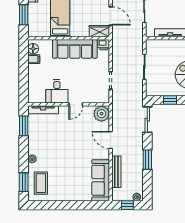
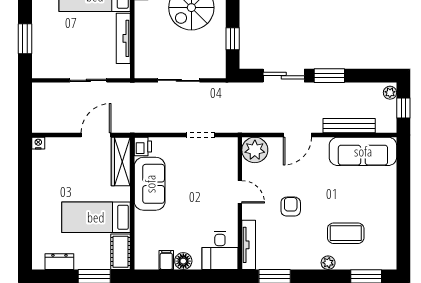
cot: (39, 31) -> (121, 252), added
wardrobe: (99, 31) -> (121, 161), width x1.50
floor lamp: (33, 49) -> (183, 261), moved
sofa: (75, 49) -> (150, 184), width x0.73
desk: (57, 91) -> (220, 250), moved, turned 90
sliding door: (147, 120) -> (284, 76), moved
armchair: (67, 136) -> (291, 207), added
coffee table: (41, 183) -> (346, 233), moved

